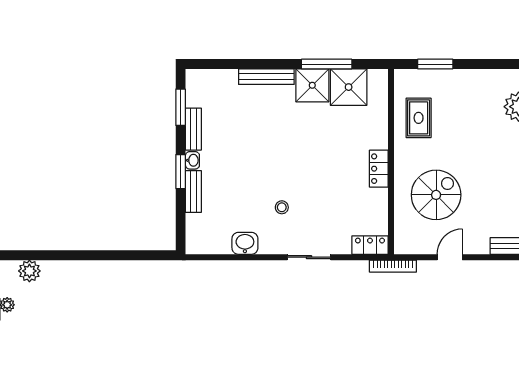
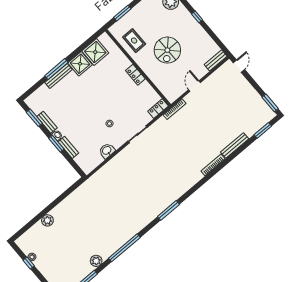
window: (327, 64) -> (56, 69), moved
spiral stairs: (436, 195) -> (167, 50), moved, turned 180
plant: (29, 271) -> (47, 220), moved

